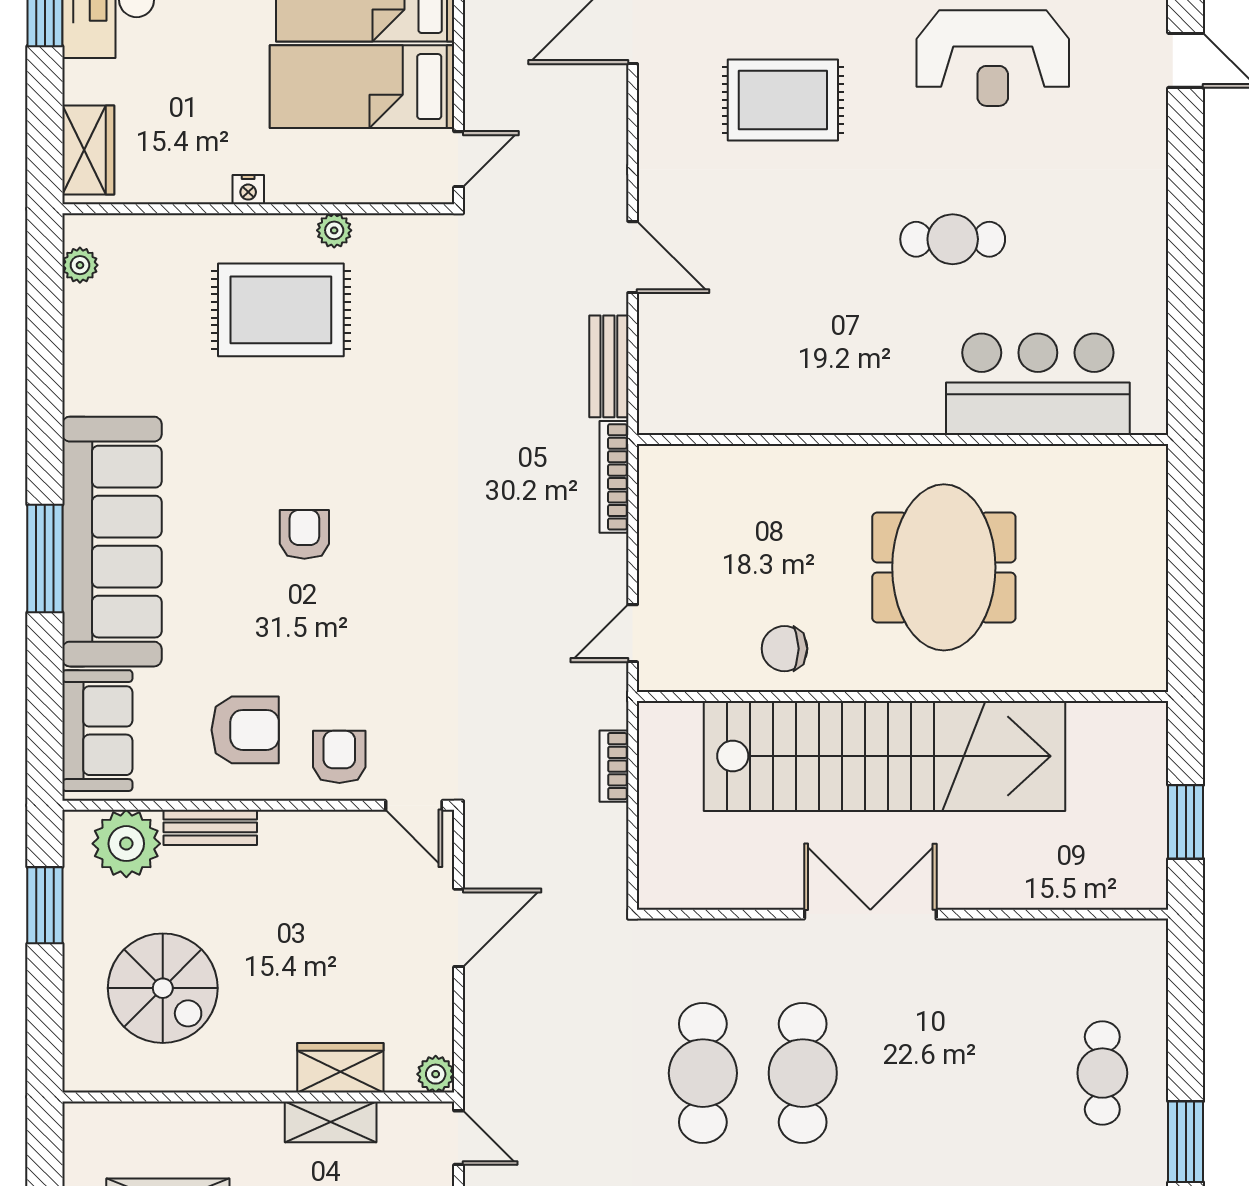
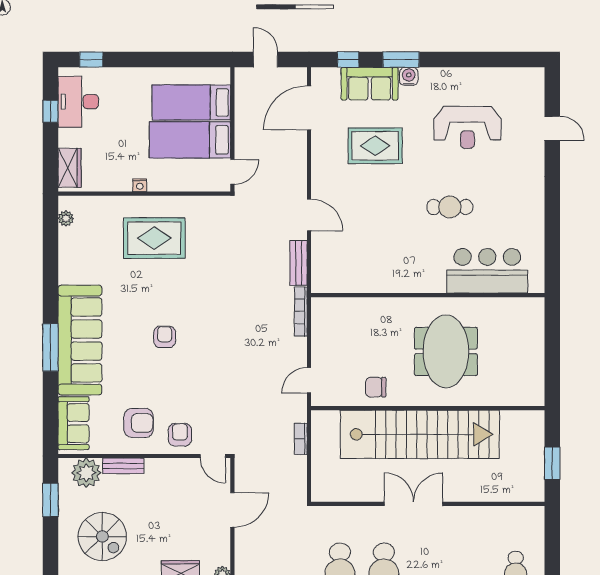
plant: (334, 230) -> (178, 203), removed

